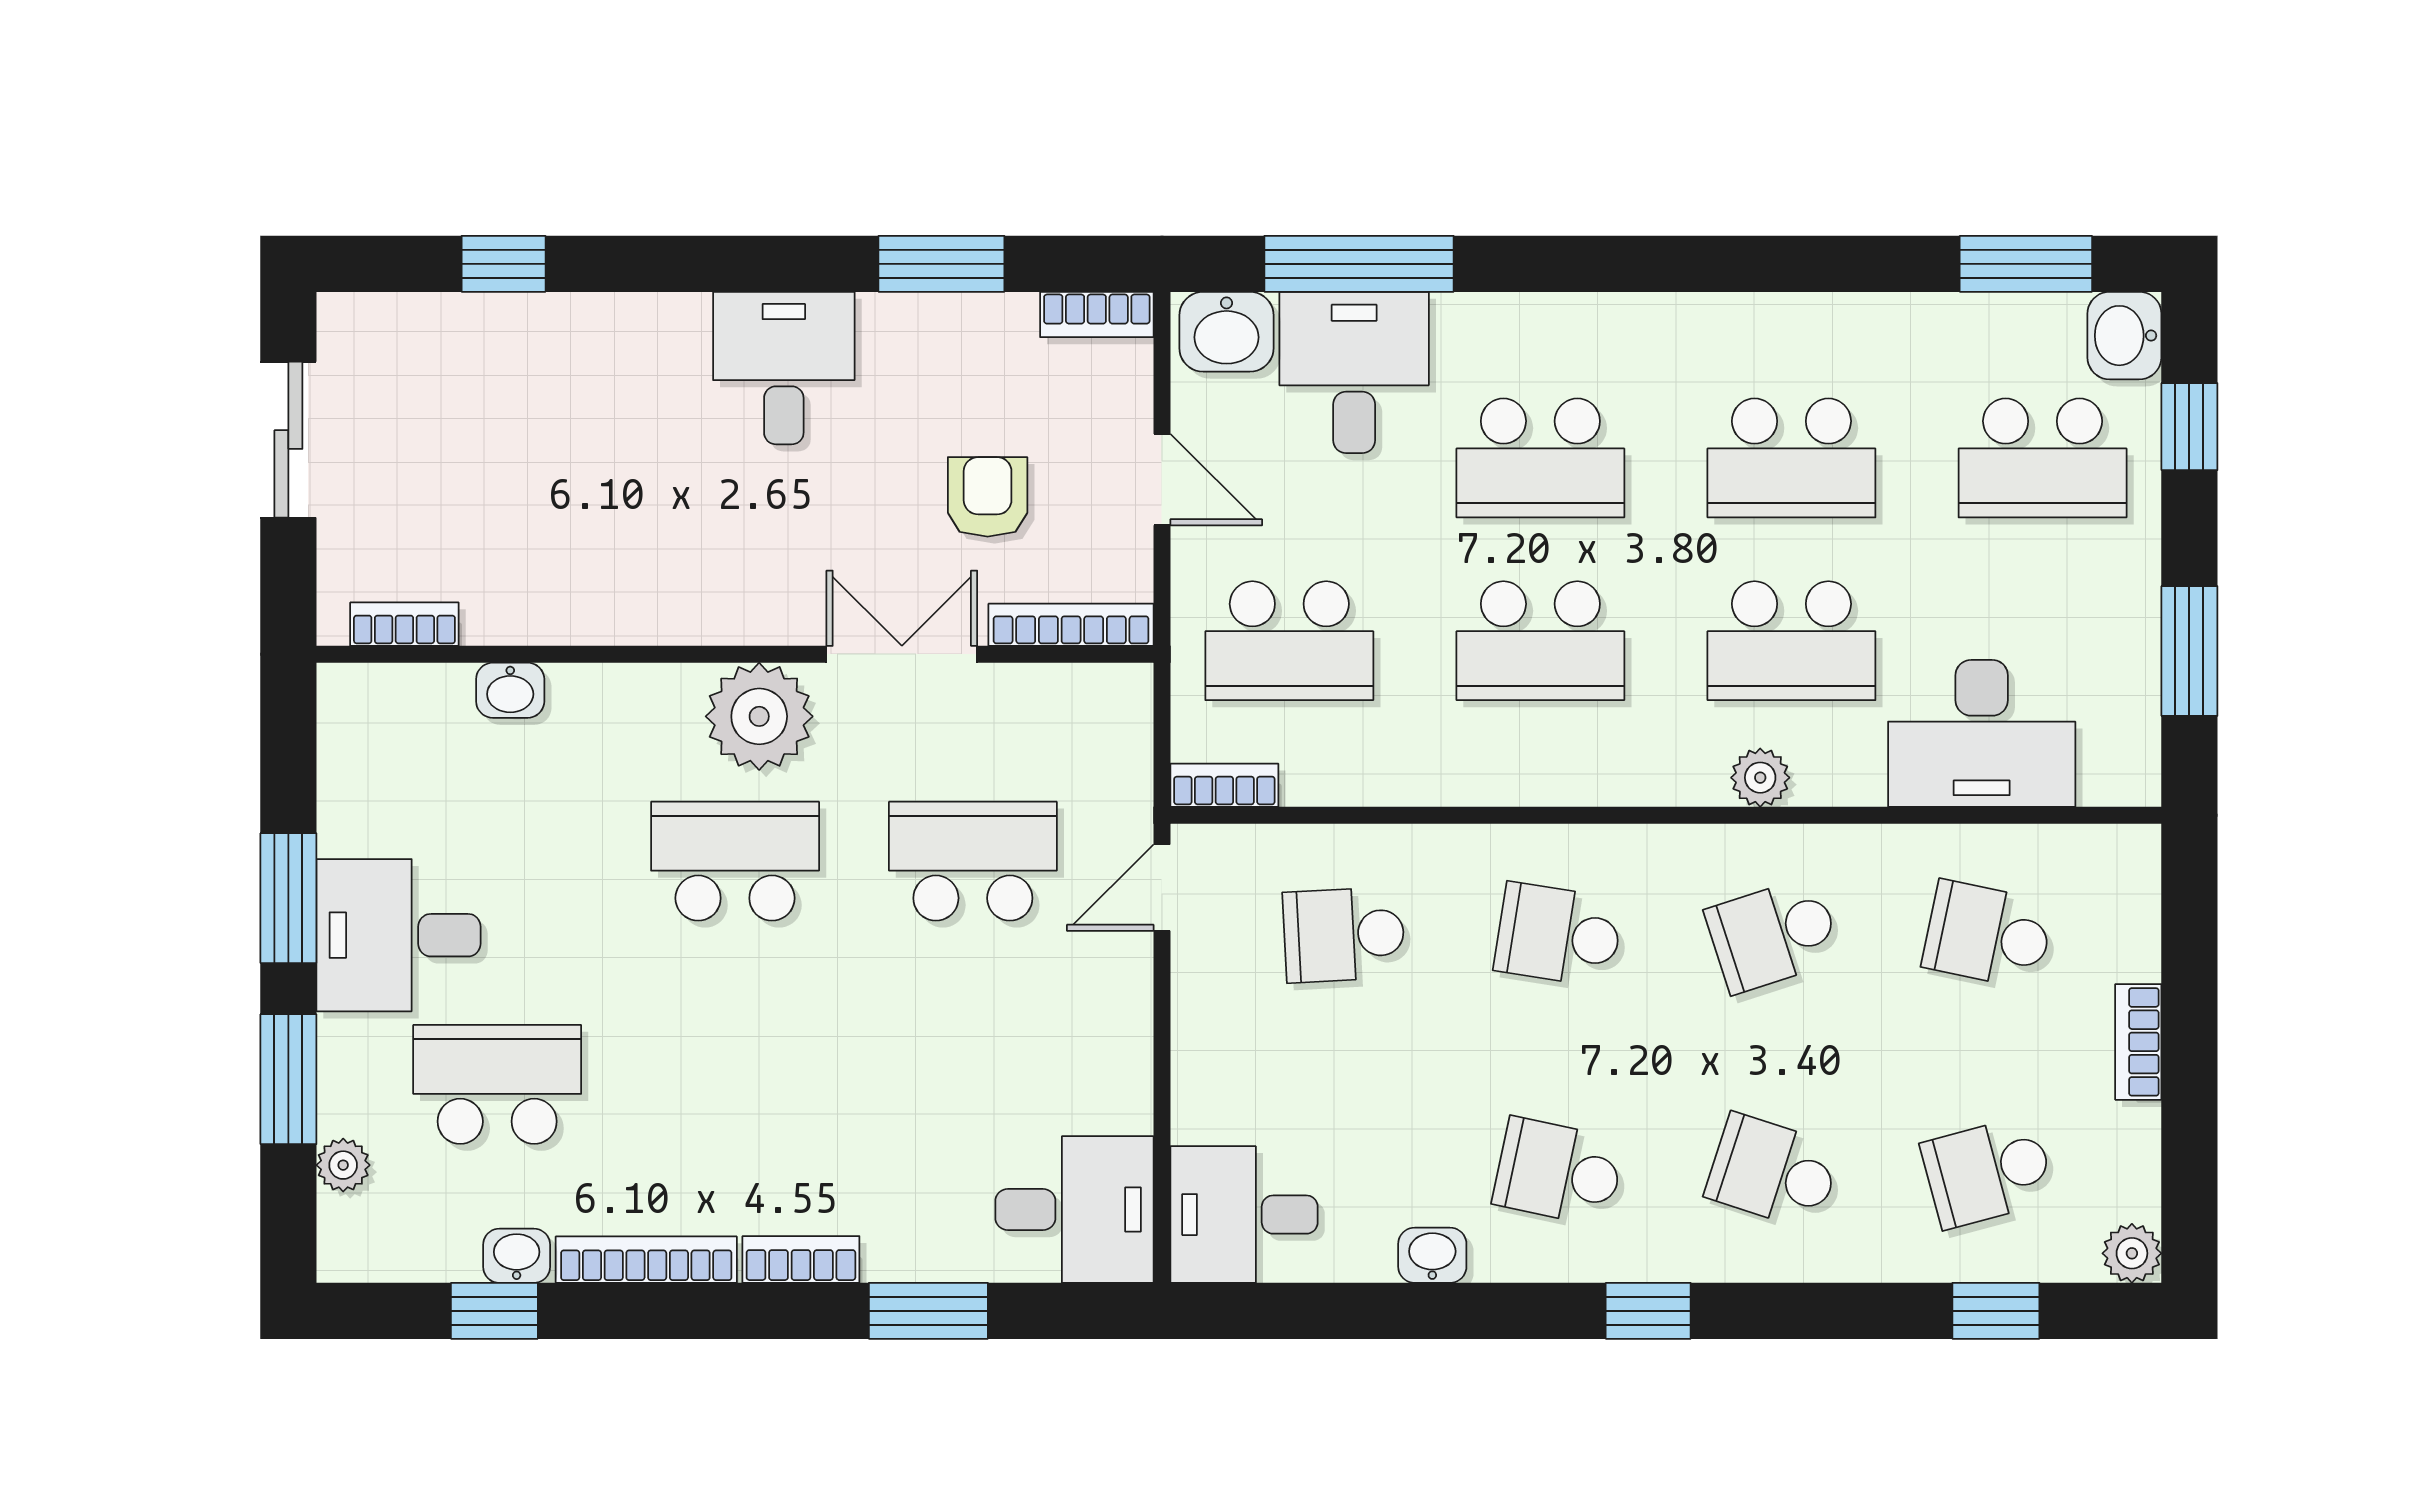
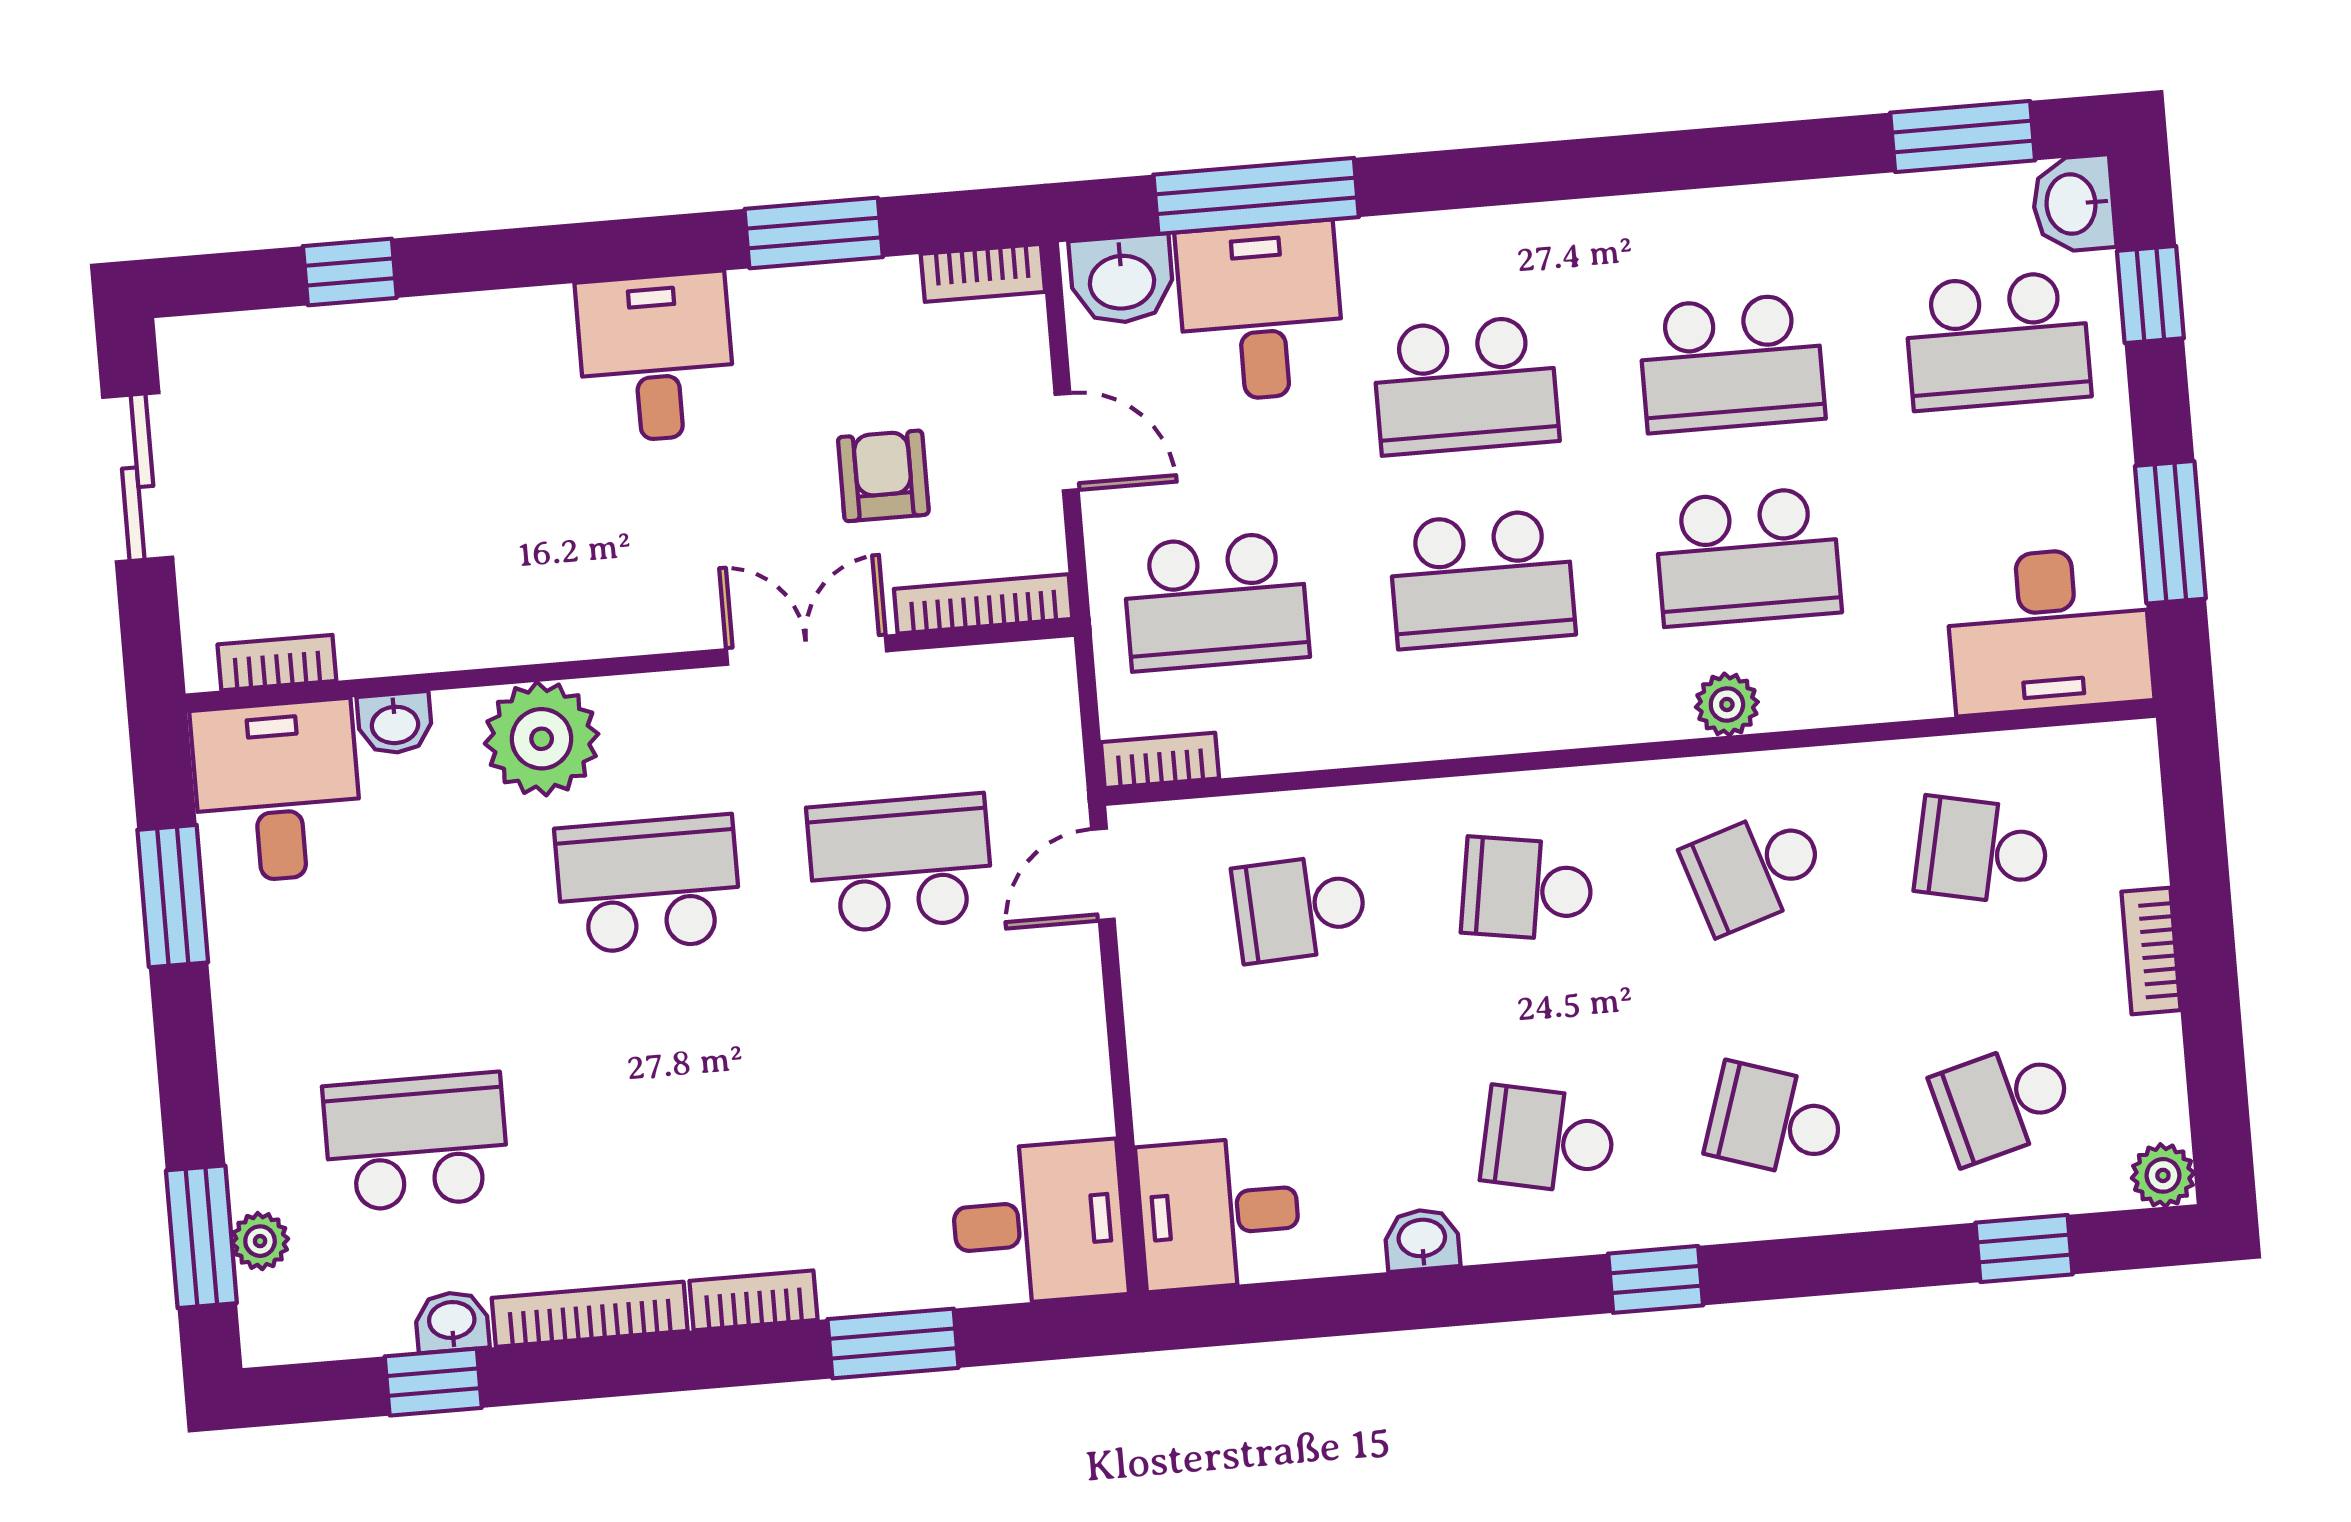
plant: (759, 716) -> (542, 739), moved
desk: (1982, 733) -> (2049, 630), moved
window: (288, 898) -> (173, 896), moved
desk: (399, 935) -> (277, 791), moved, turned 90
window: (288, 1079) -> (201, 1237), moved

